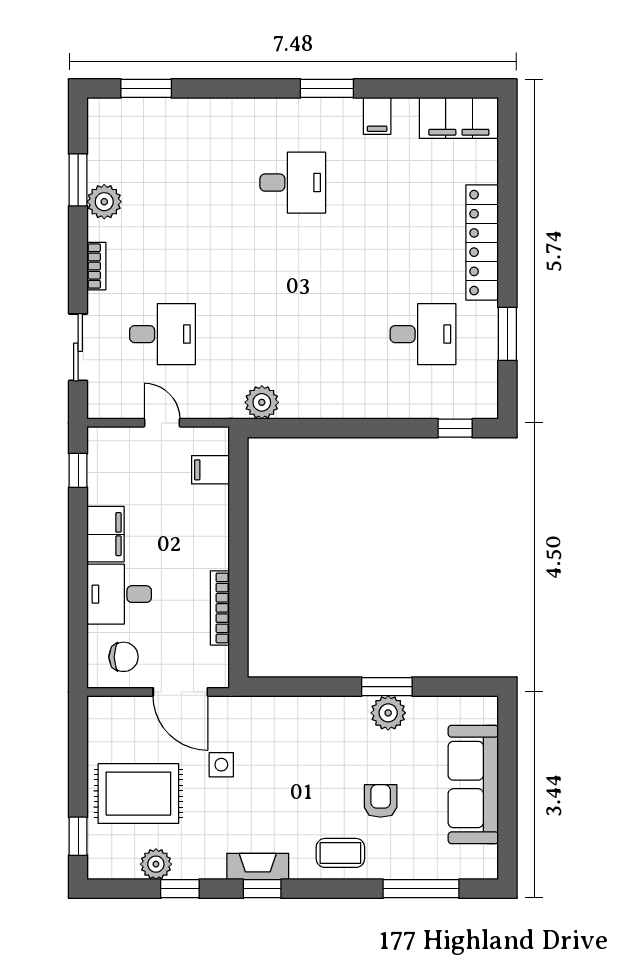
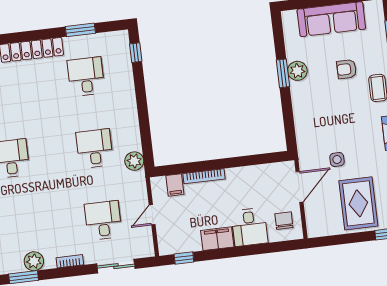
desk: (293, 334) -> (95, 148), added
bookcase: (220, 608) -> (204, 176), moved

